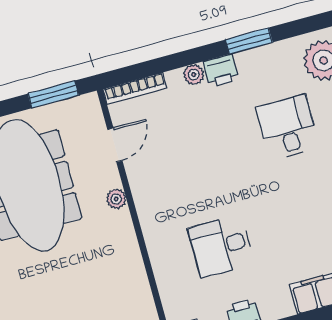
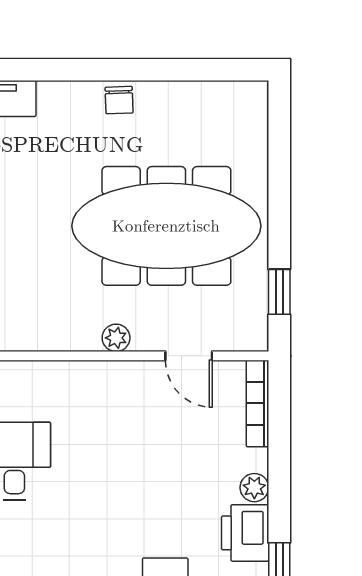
printer: (221, 71) -> (245, 533), width x1.36, depth x1.24
window: (53, 94) -> (279, 292), width x0.67

